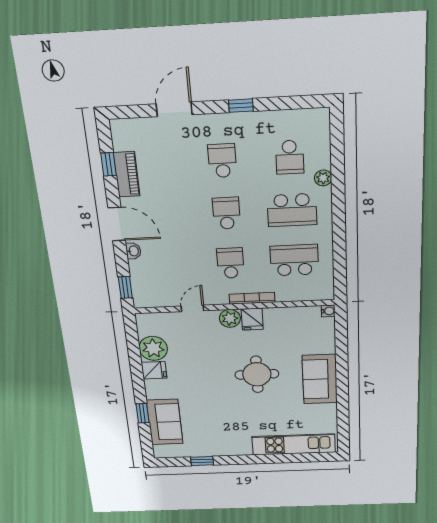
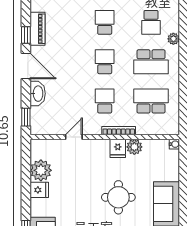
window: (108, 164) -> (26, 35), moved
washbasin: (133, 251) -> (38, 94), width x1.91, depth x1.45
plant: (230, 318) -> (134, 147), moved

